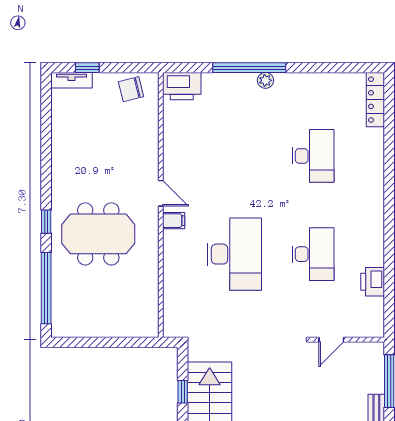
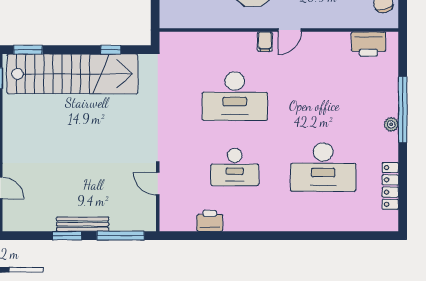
printer: (182, 86) -> (369, 44), moved, turned -90
locker: (375, 100) -> (390, 186), moved, turned -90
desk: (313, 156) -> (323, 167), width x1.36, depth x1.30

